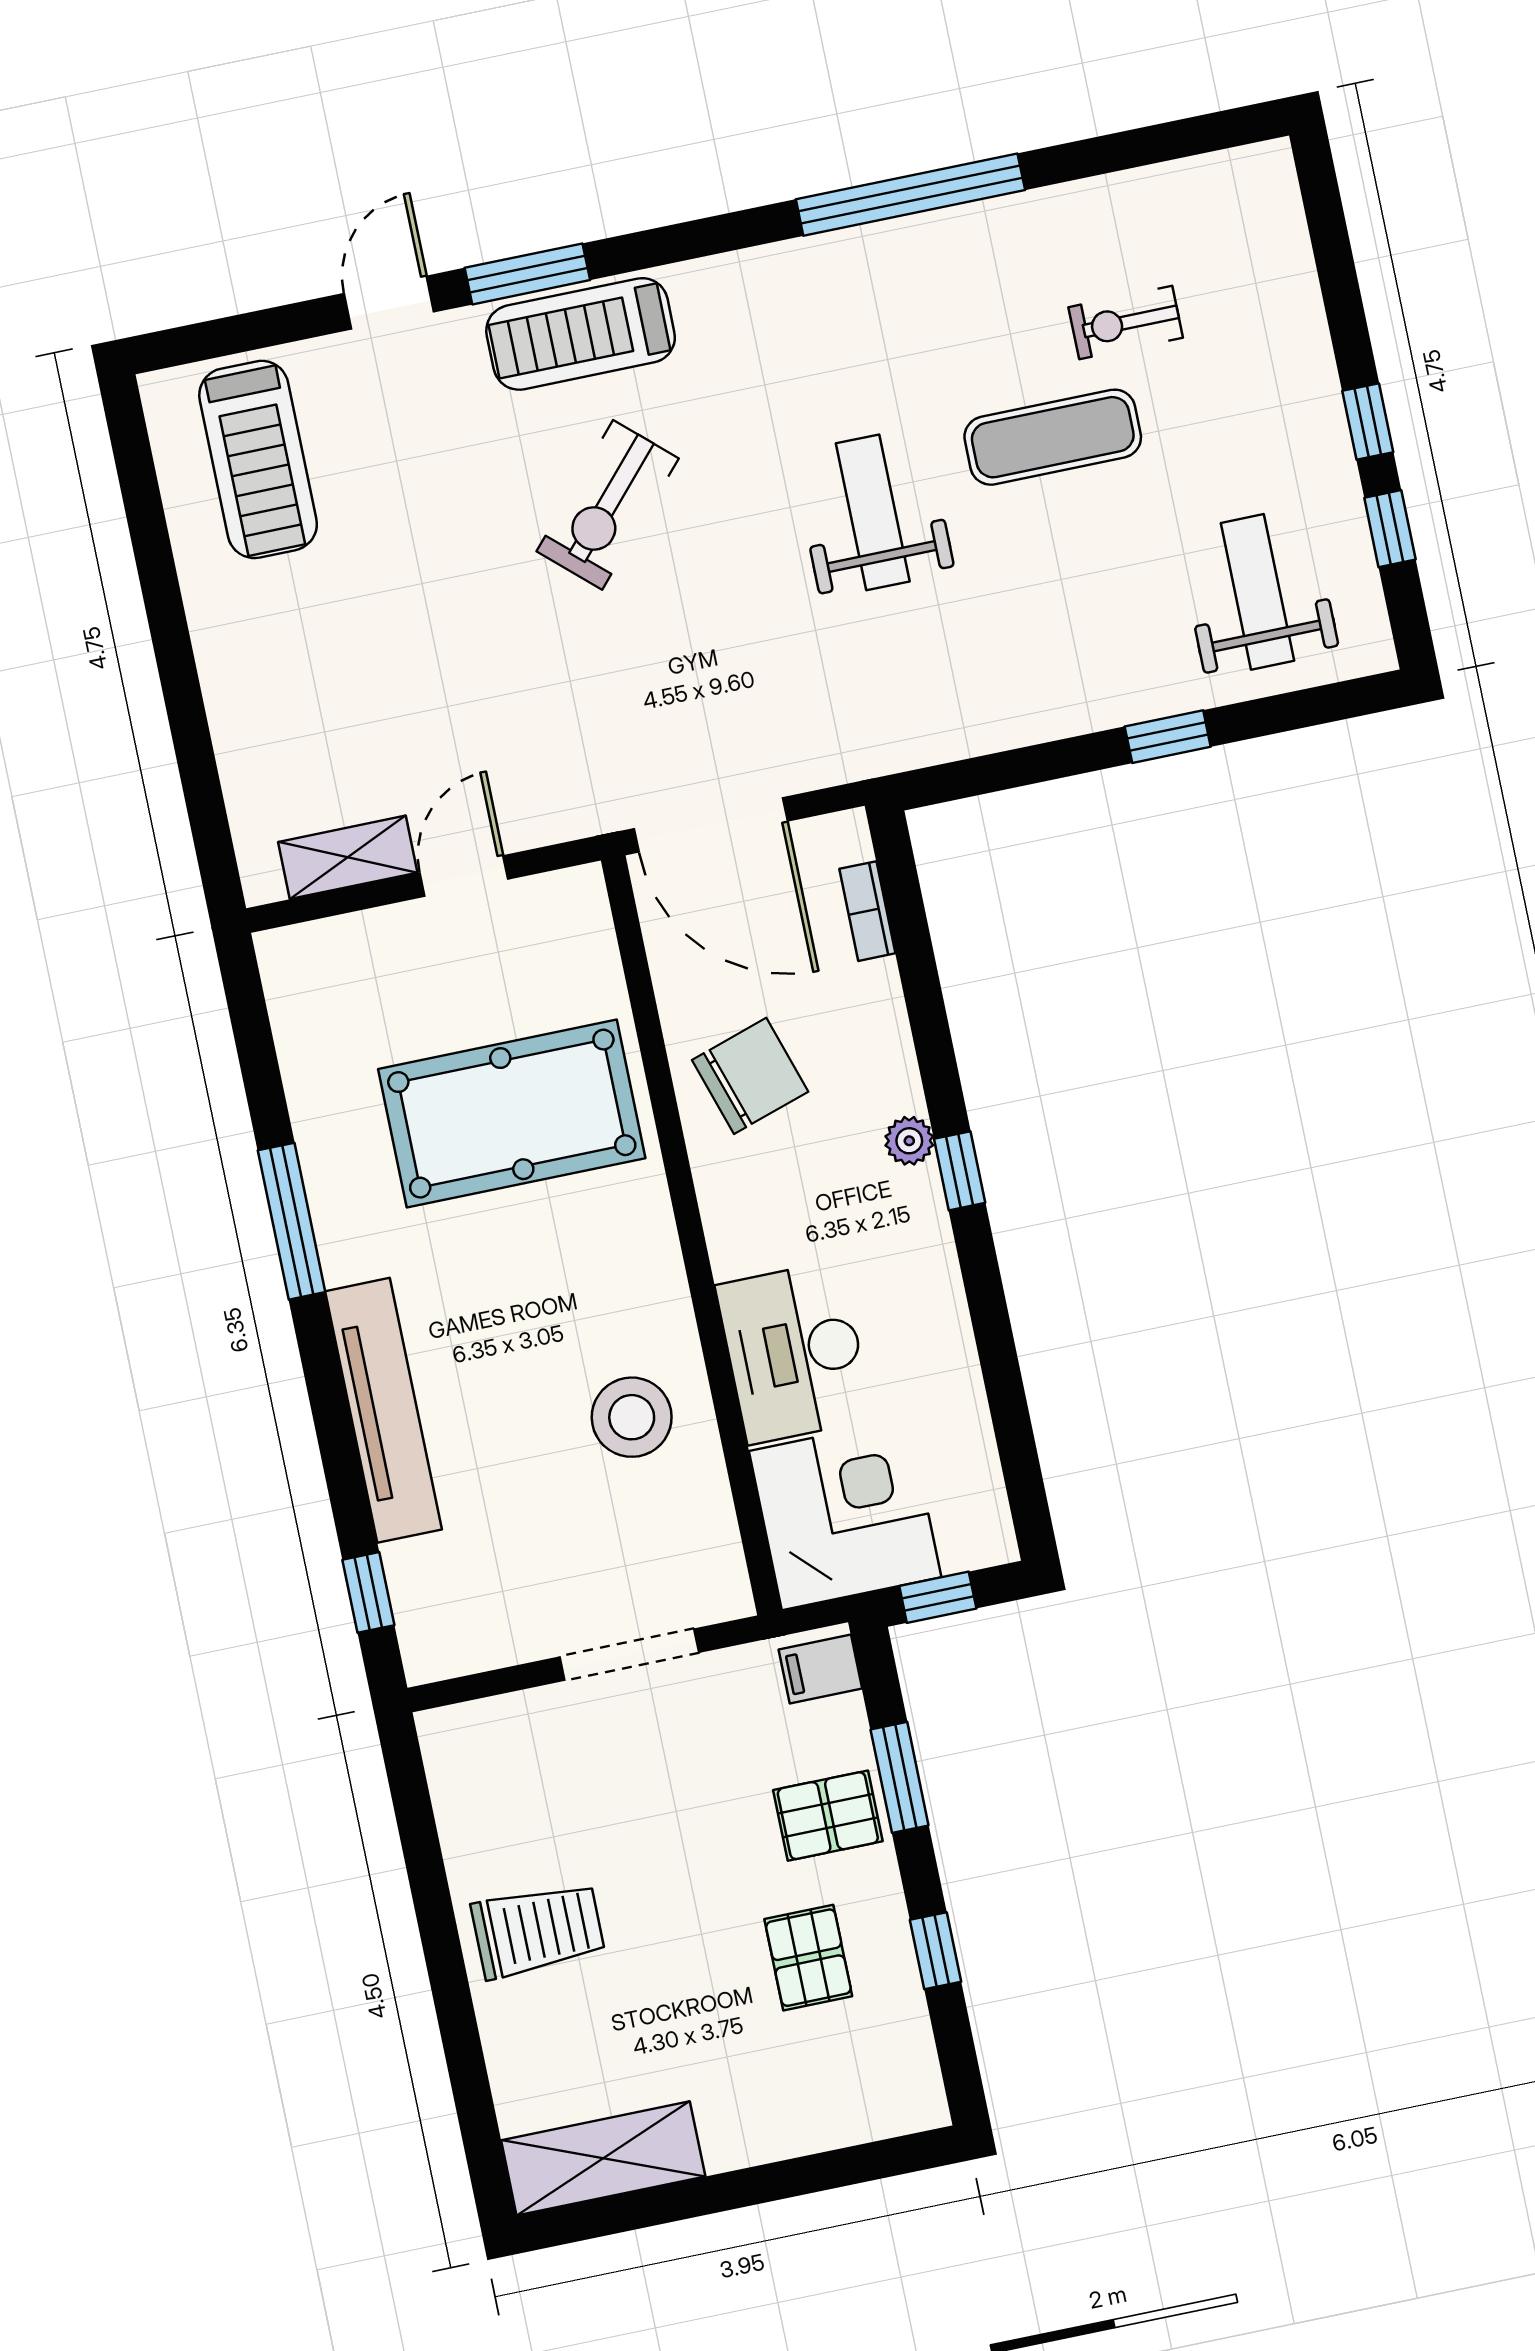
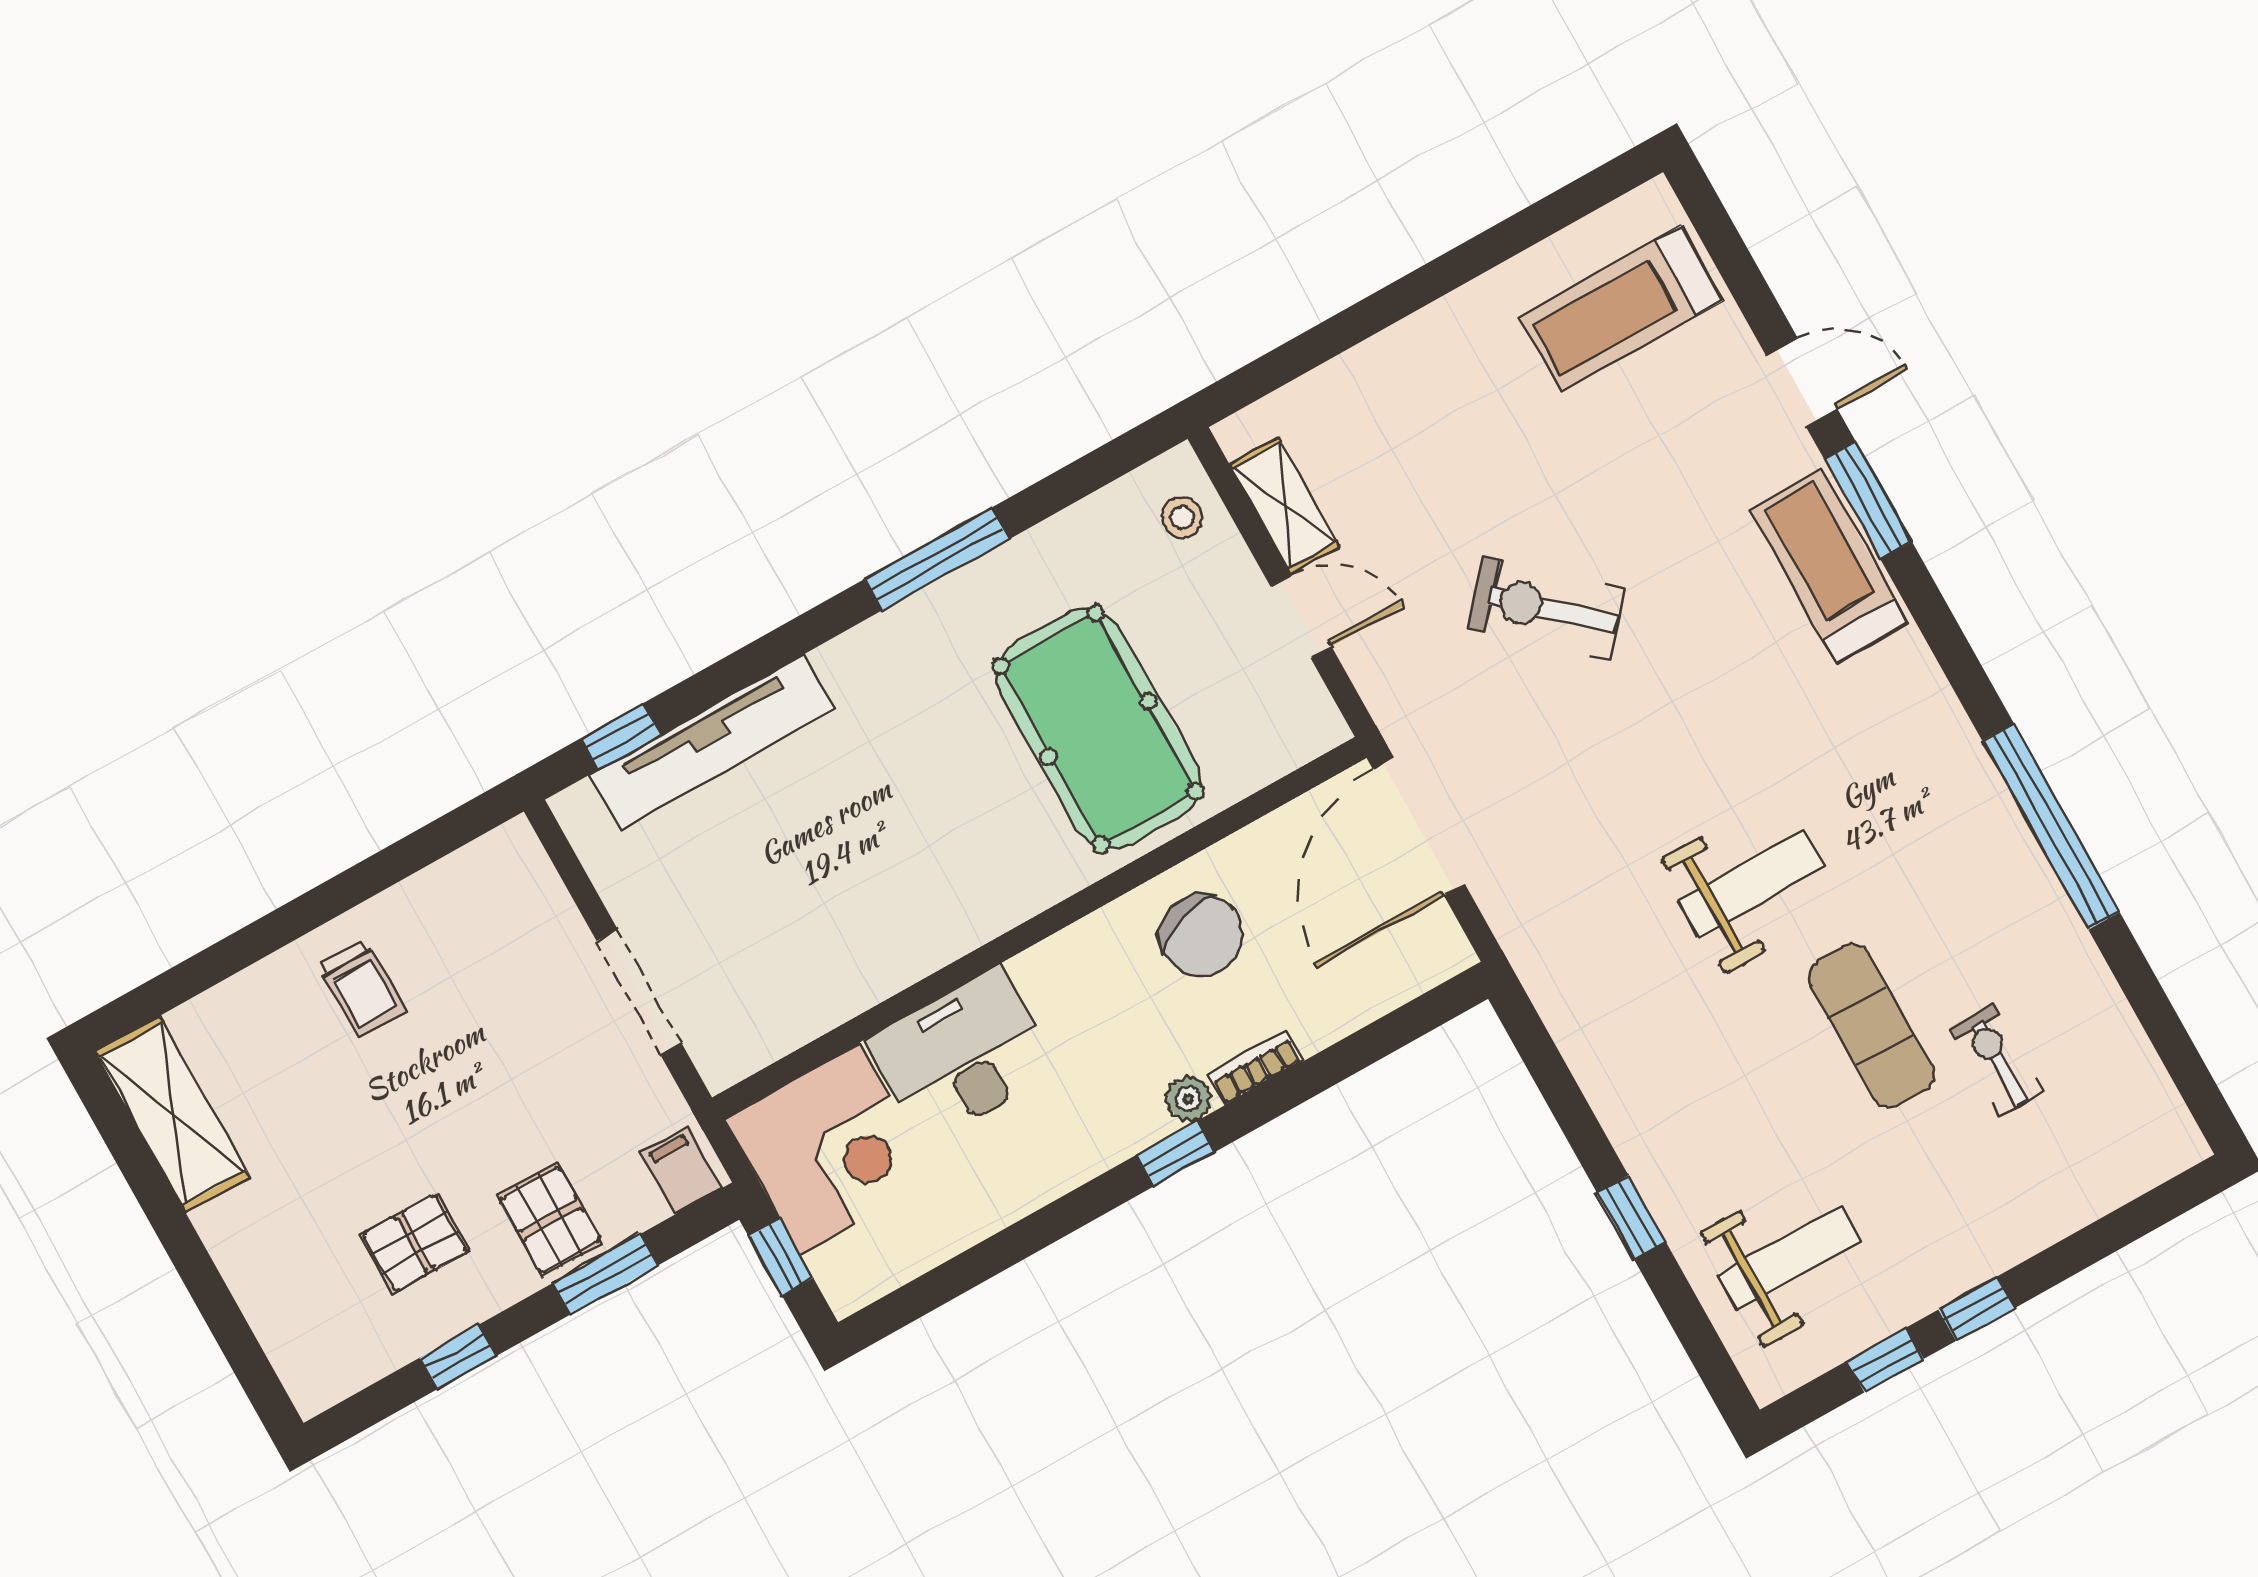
exercise bike: (608, 505) -> (1546, 608), moved
bookcase: (867, 911) -> (1255, 1068), moved
tv unit: (384, 1410) -> (712, 742), moved
stool: (632, 1417) -> (1182, 517), moved, width x0.53, depth x0.53
trolley: (538, 1930) -> (362, 989), width x0.73, depth x0.72

